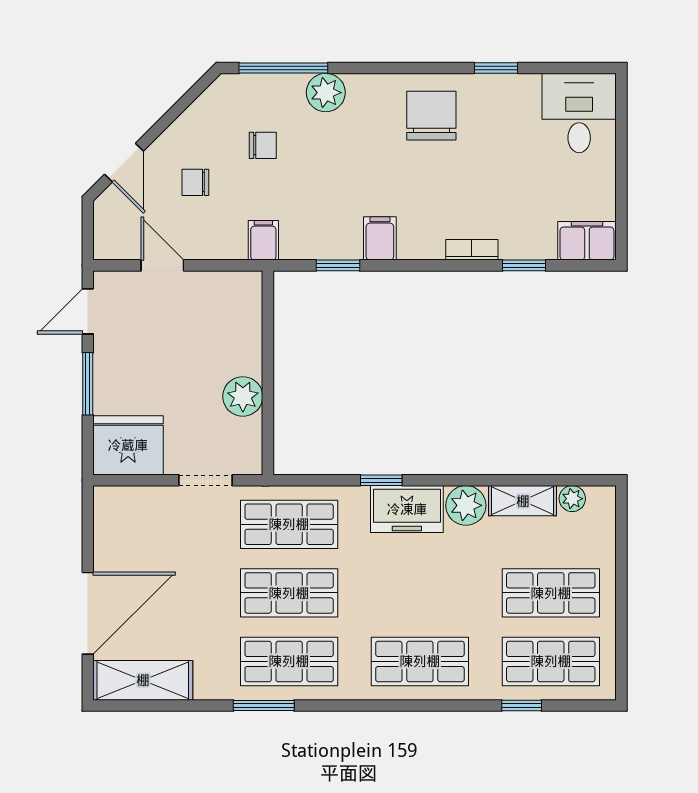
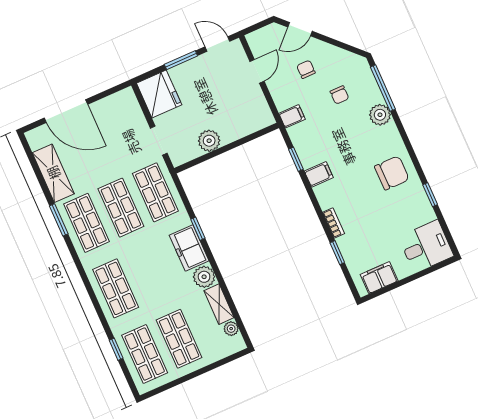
filing cabinet: (587, 241) -> (379, 278), moved, turned -90
shelving: (143, 680) -> (53, 173), moved

